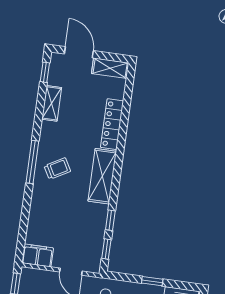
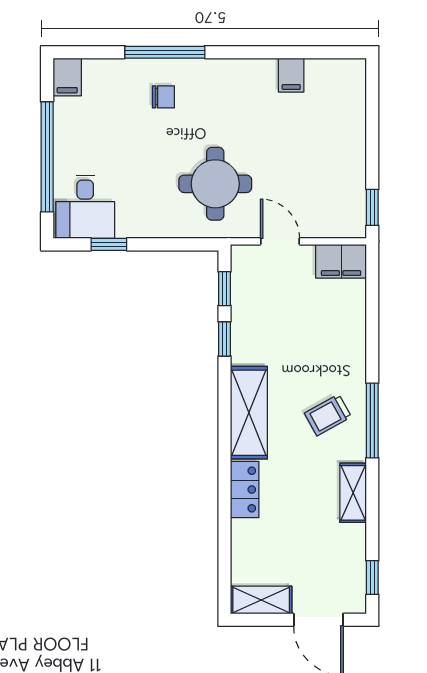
shelving: (52, 103) -> (353, 493), moved
locker: (112, 124) -> (245, 490), width x0.66
window: (152, 281) -> (109, 244), moved

